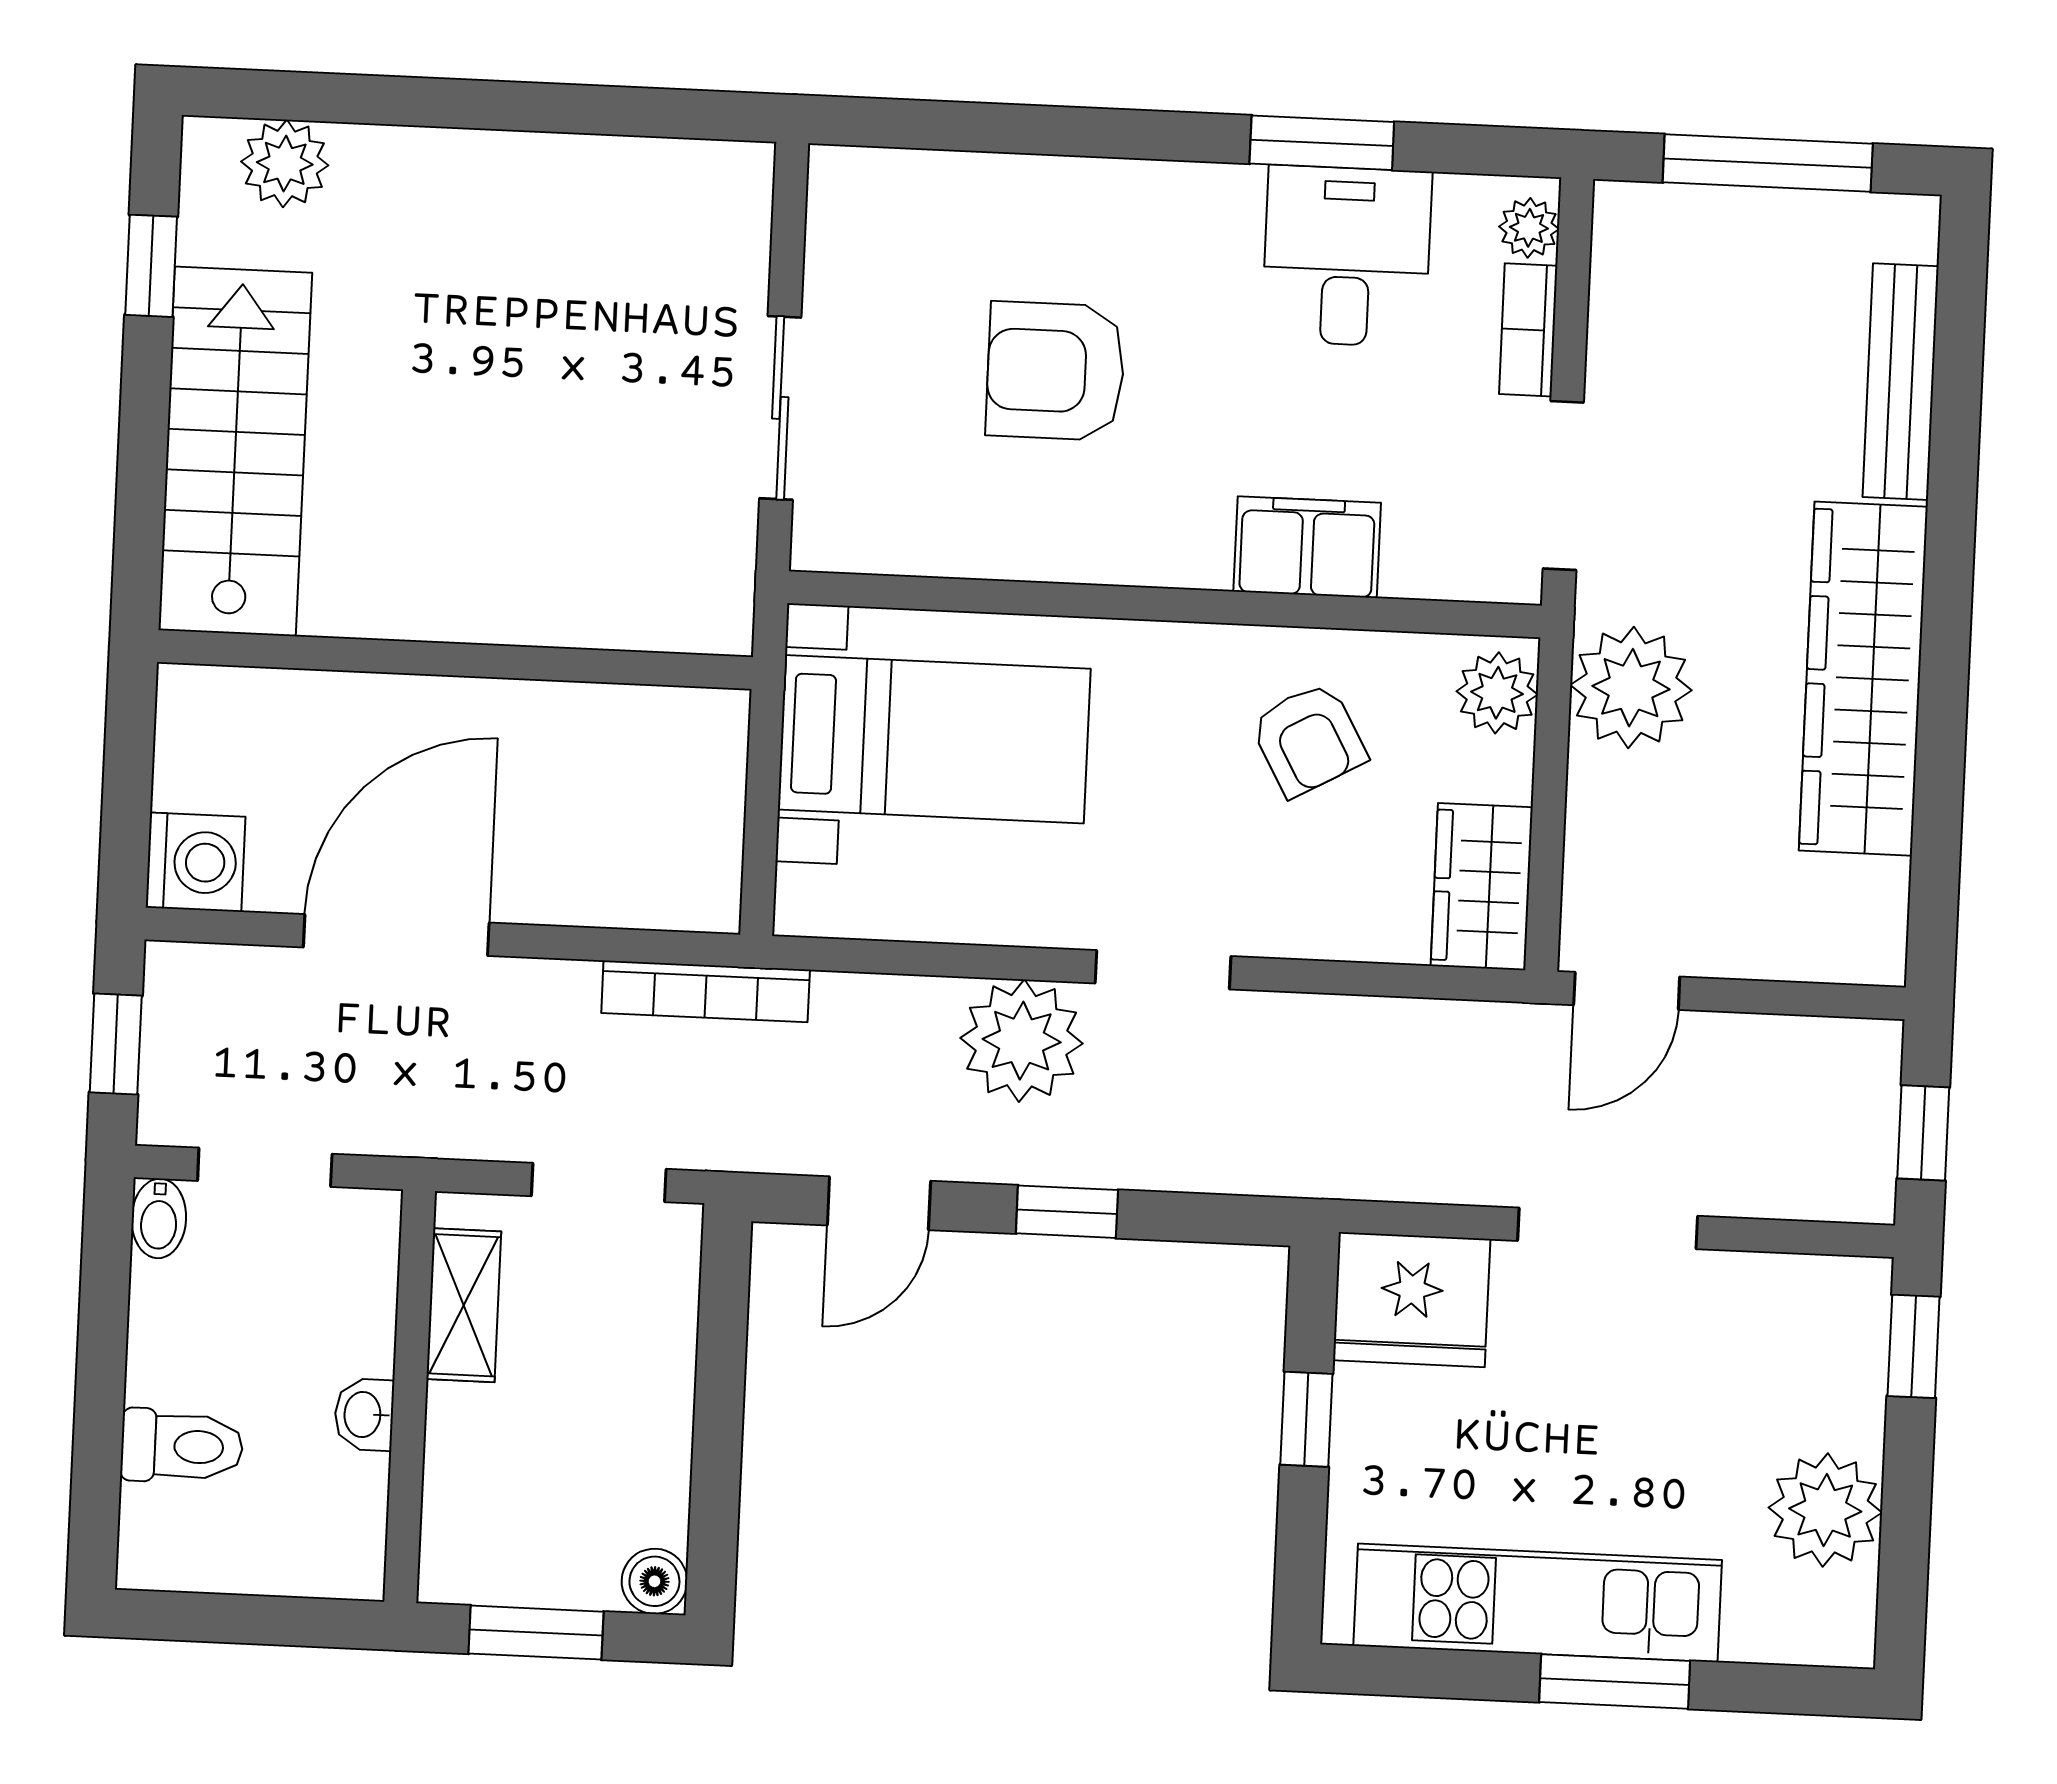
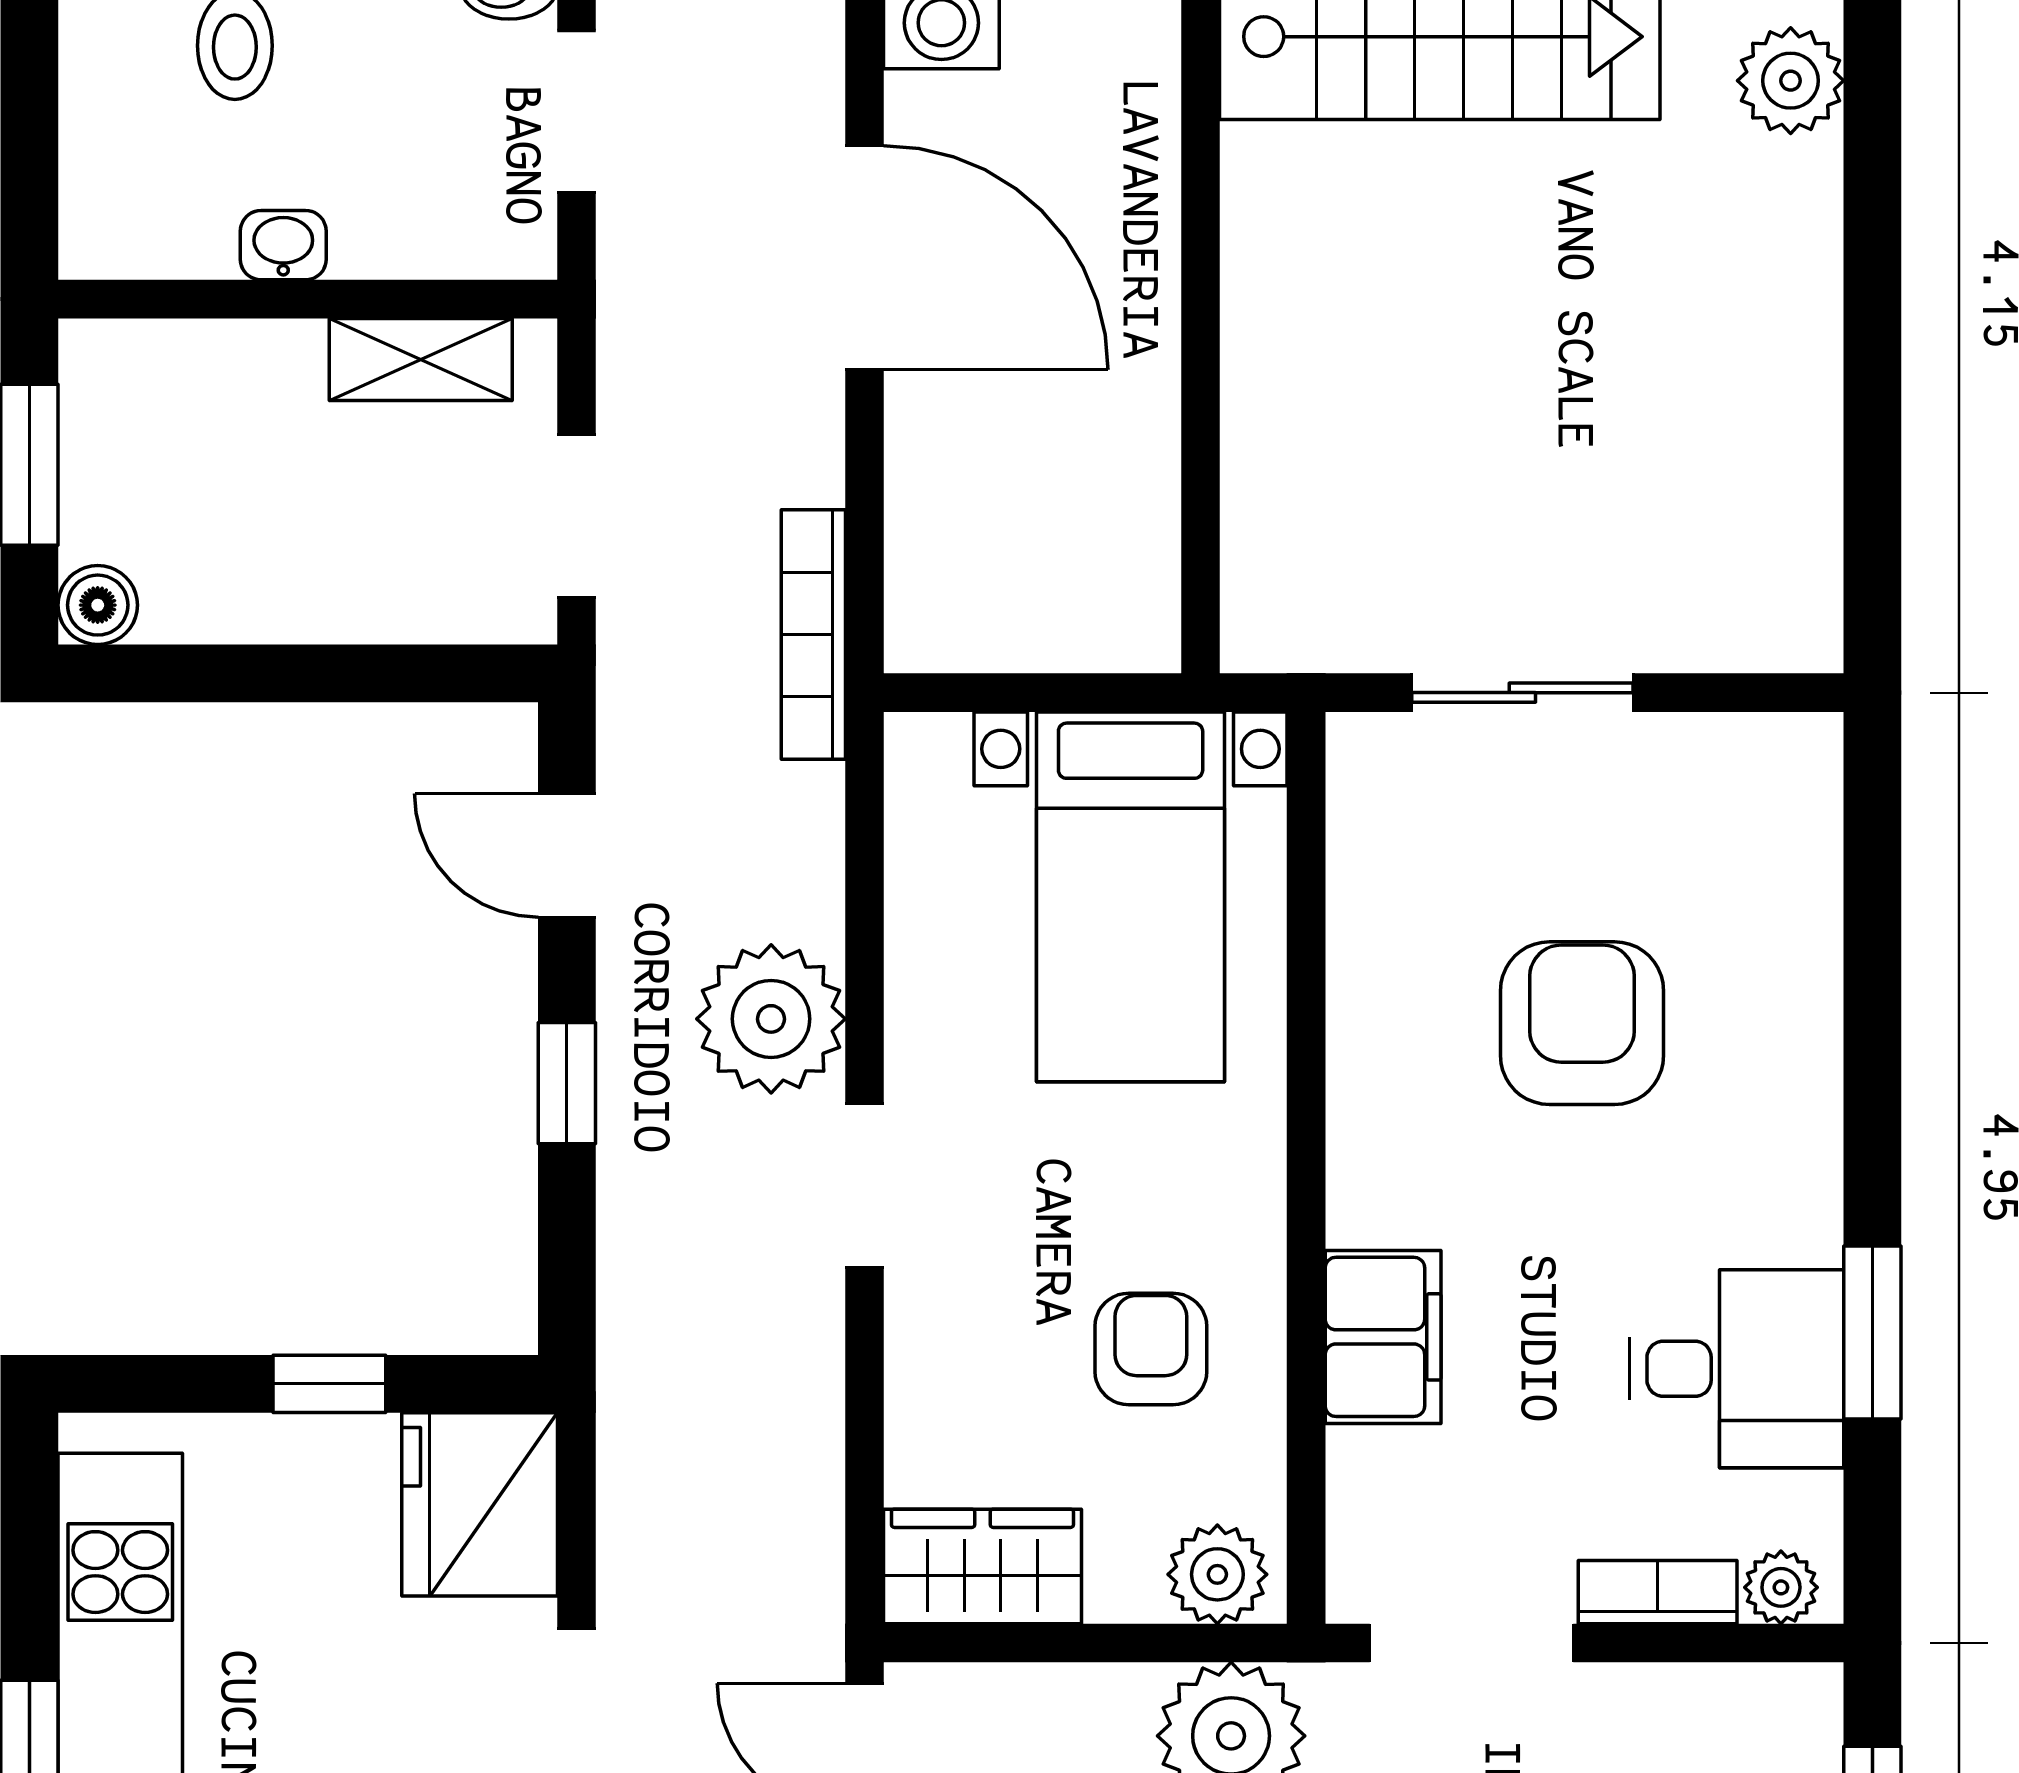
armchair: (1308, 739) -> (1151, 1349), turned 119

